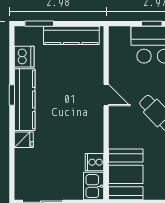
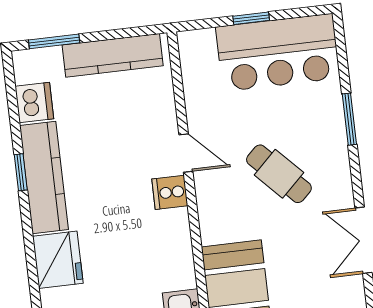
fridge: (24, 140) -> (58, 260), width x1.88, depth x1.34
cooker: (94, 162) -> (170, 192), moved

